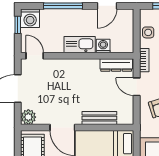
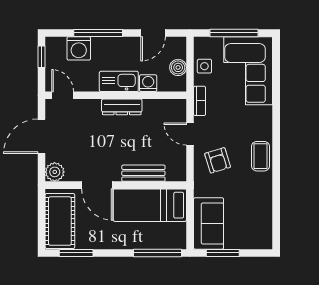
washing machine: (30, 18) -> (79, 48), moved
boiler: (127, 33) -> (178, 67), added
dresser: (116, 65) -> (122, 107), moved

